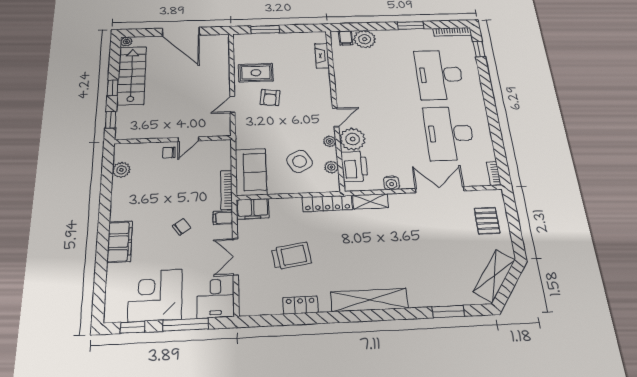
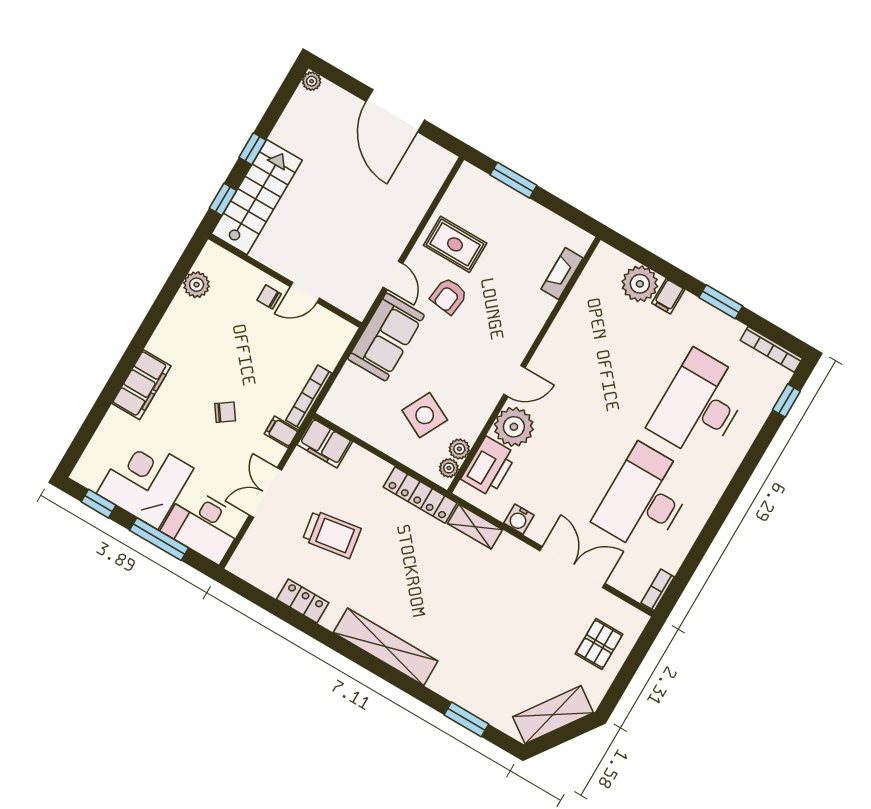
filing cabinet: (346, 38) -> (668, 296), moved
stairs: (132, 75) -> (257, 197), moved
door: (232, 104) -> (393, 275), swing flipped
plant: (330, 141) -> (449, 468), moved
side table: (300, 161) -> (425, 415), turned -34
sofa: (251, 172) -> (386, 337), moved
desk: (215, 298) -> (203, 525), width x1.37

